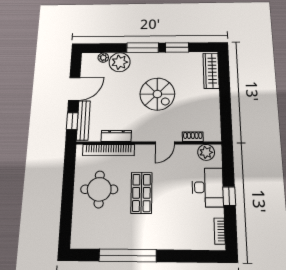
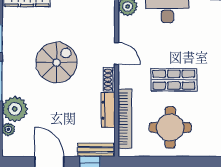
bench: (83, 120) -> (96, 150), width x0.73
shoe rack: (193, 137) -> (109, 80), moved

